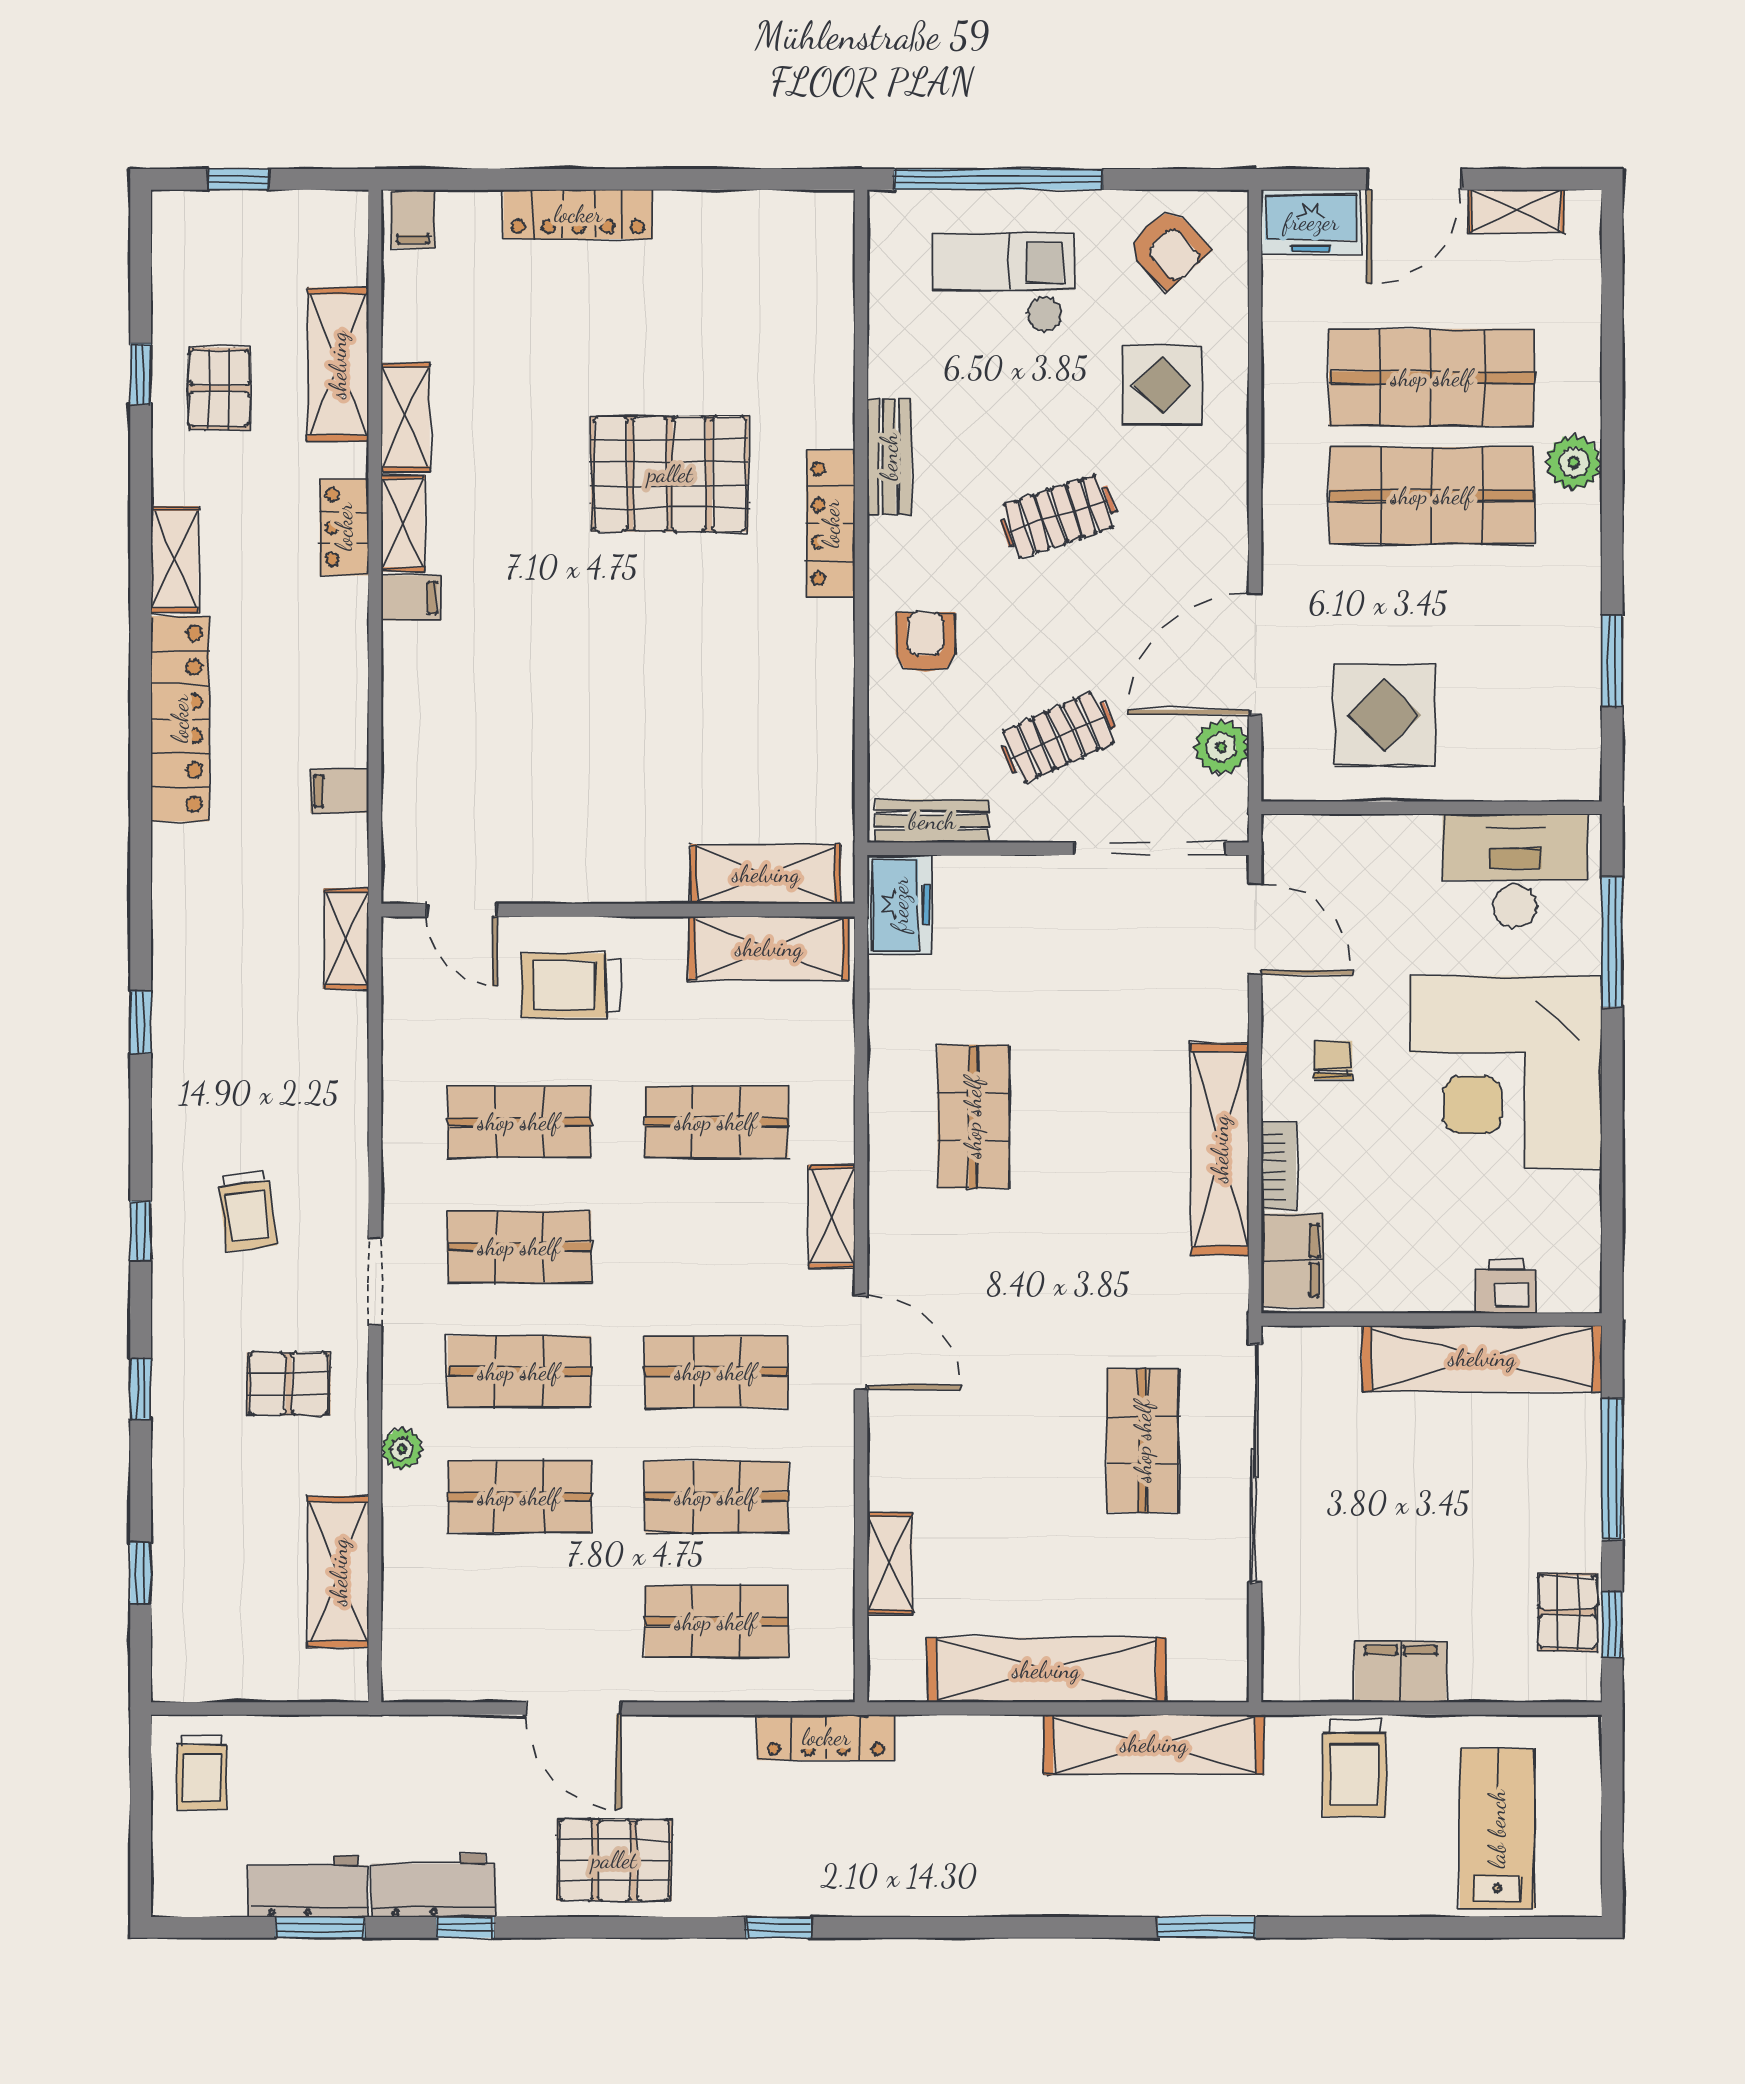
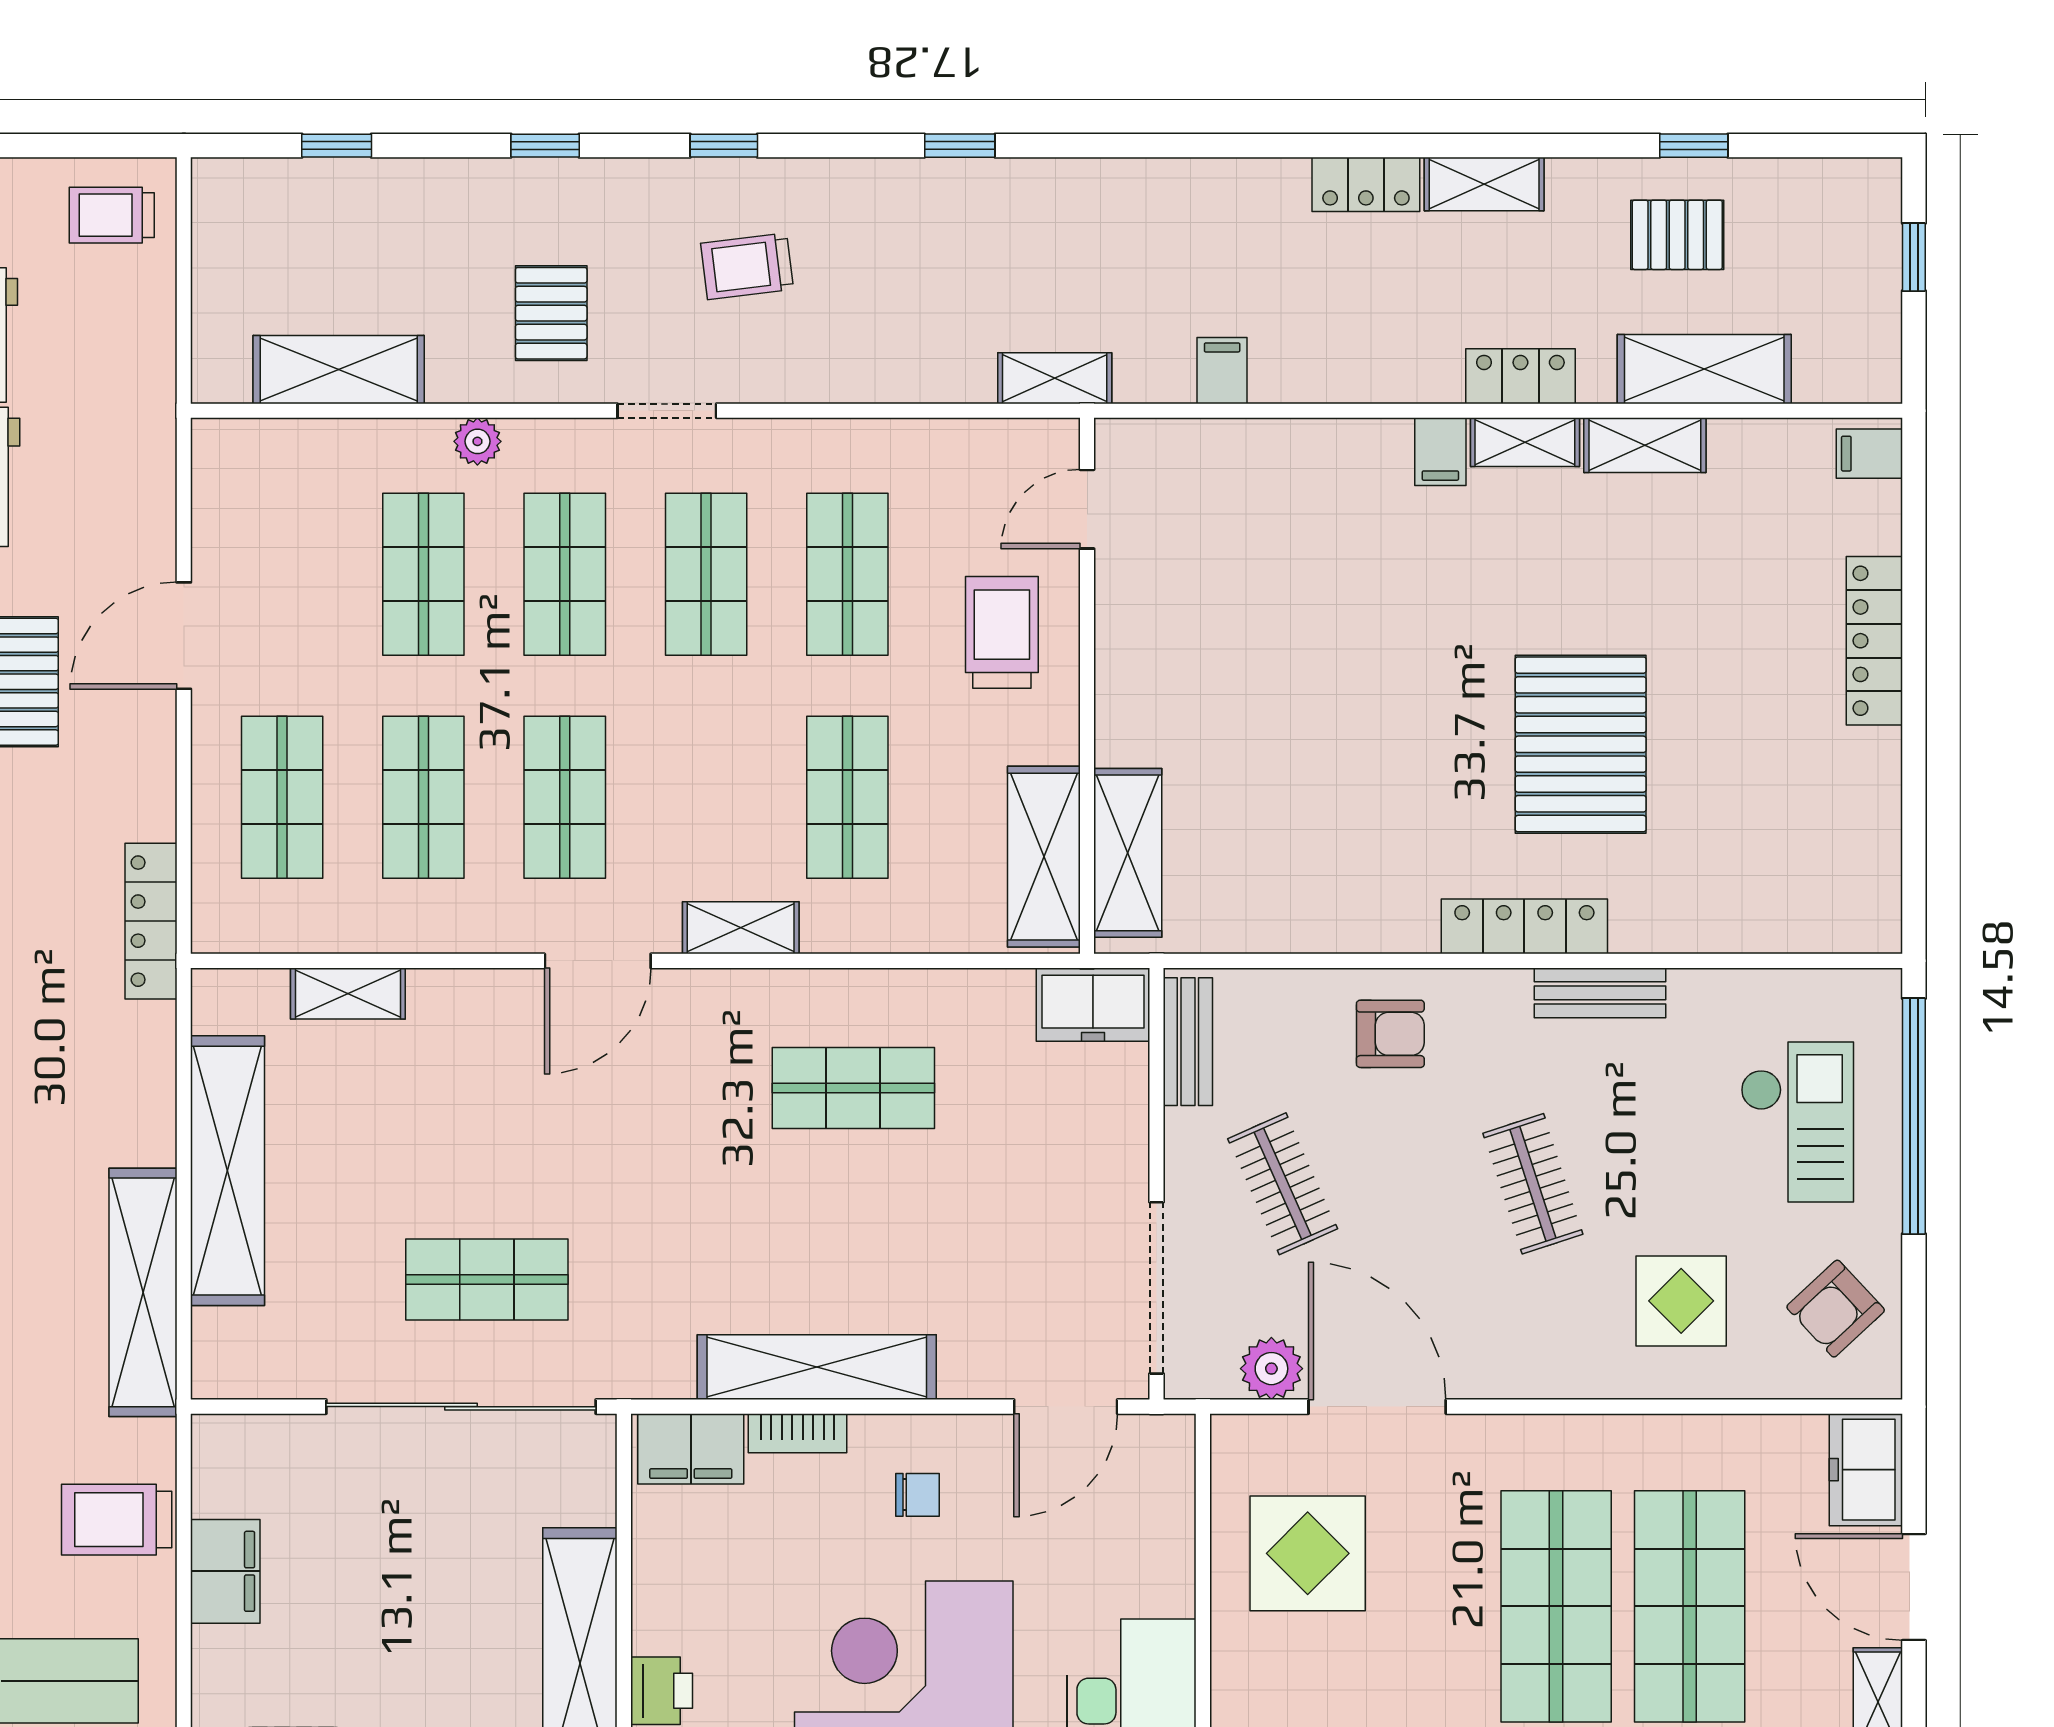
locker: (180, 719) -> (1366, 184), width x0.46, depth x0.83

